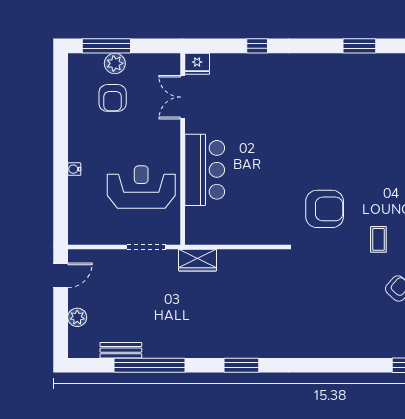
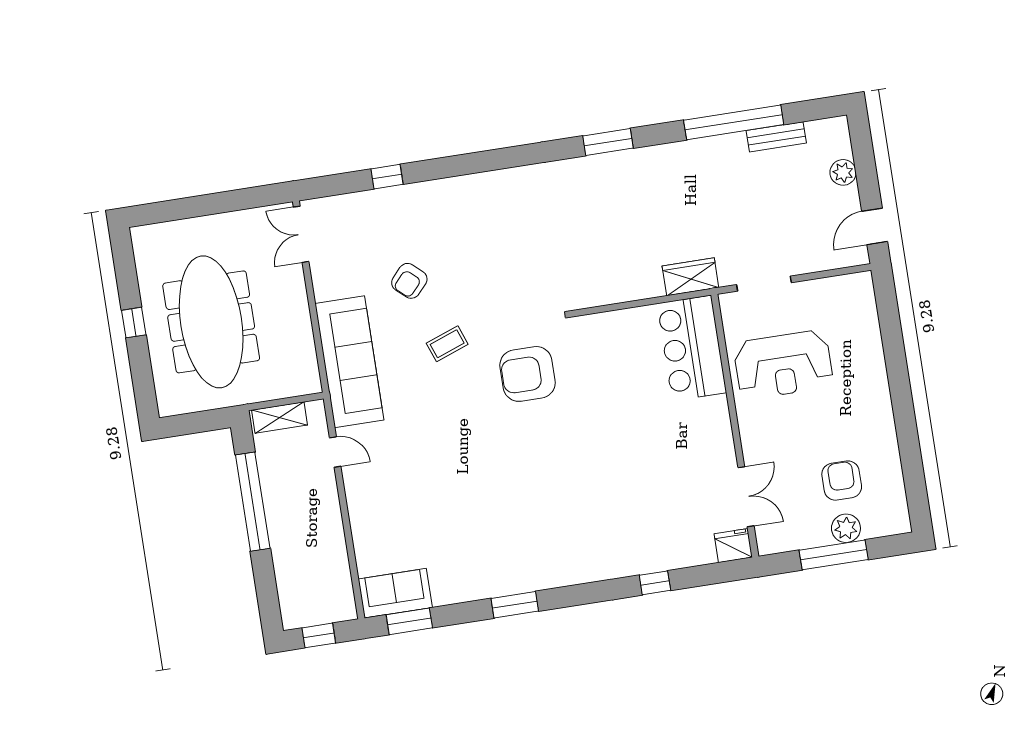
window: (106, 46) -> (834, 555), moved
water cooler: (74, 169) -> (879, 375), removed
bar counter: (205, 170) -> (692, 348), moved
coffee table: (378, 239) -> (447, 344), turned 70

